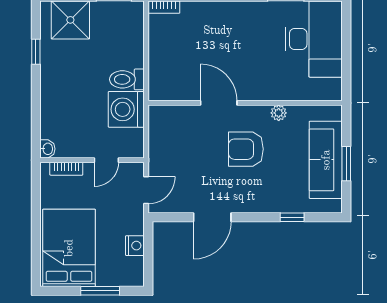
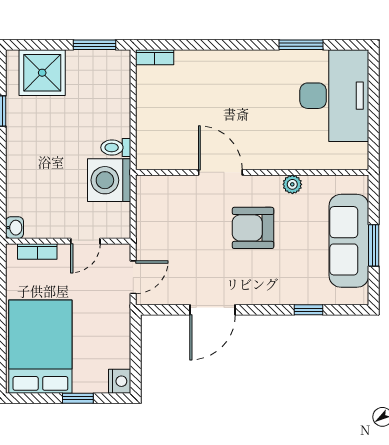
toilet: (127, 79) -> (116, 148), width x0.73, depth x0.72
nightstand: (135, 246) -> (120, 381), moved
window: (100, 291) -> (78, 398), width x0.67

